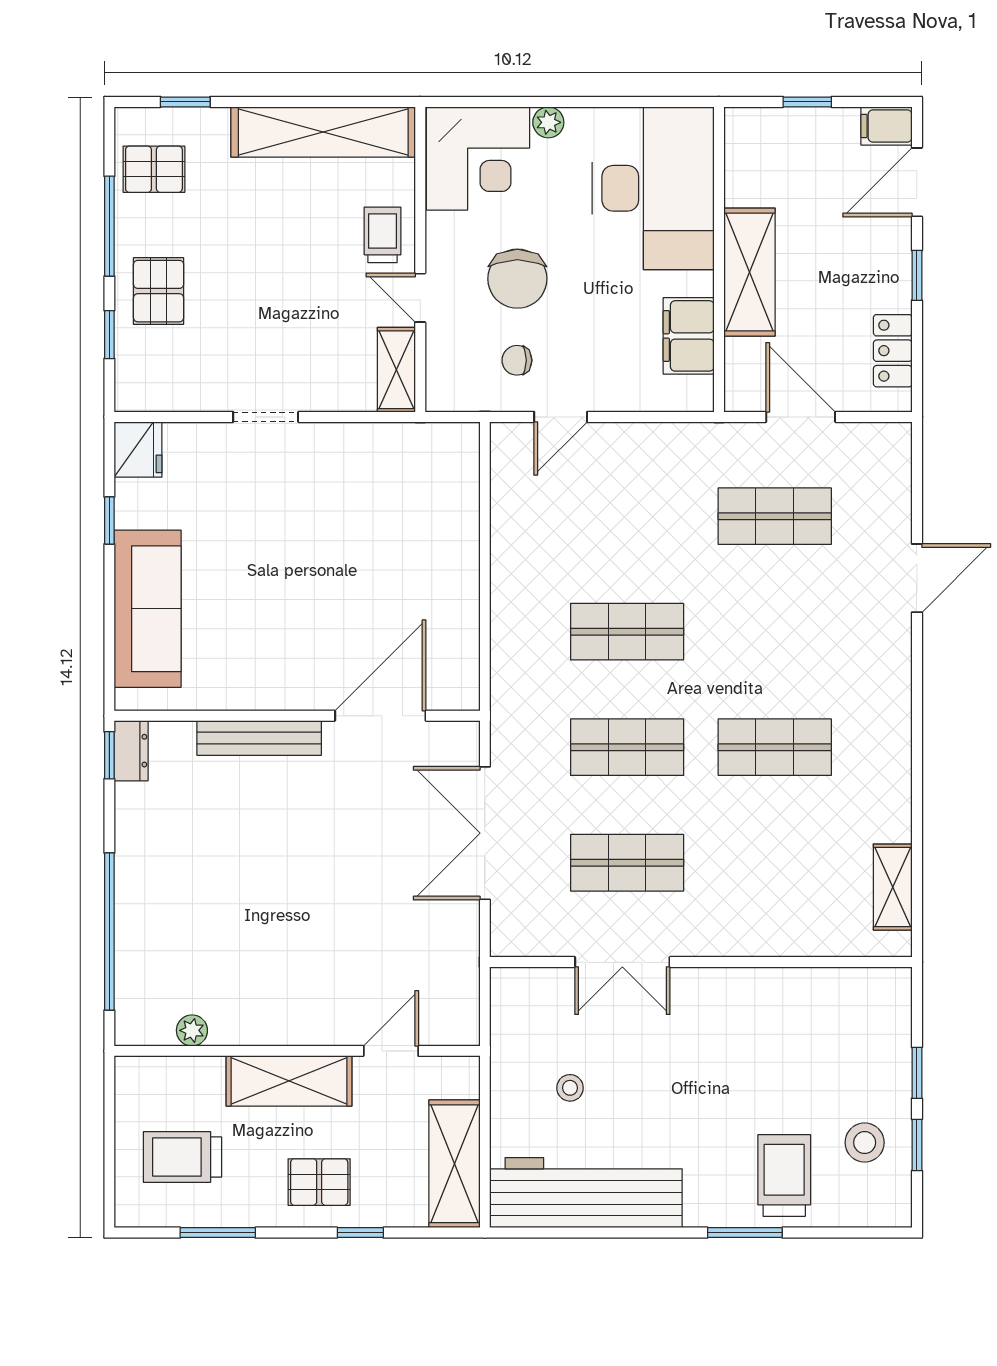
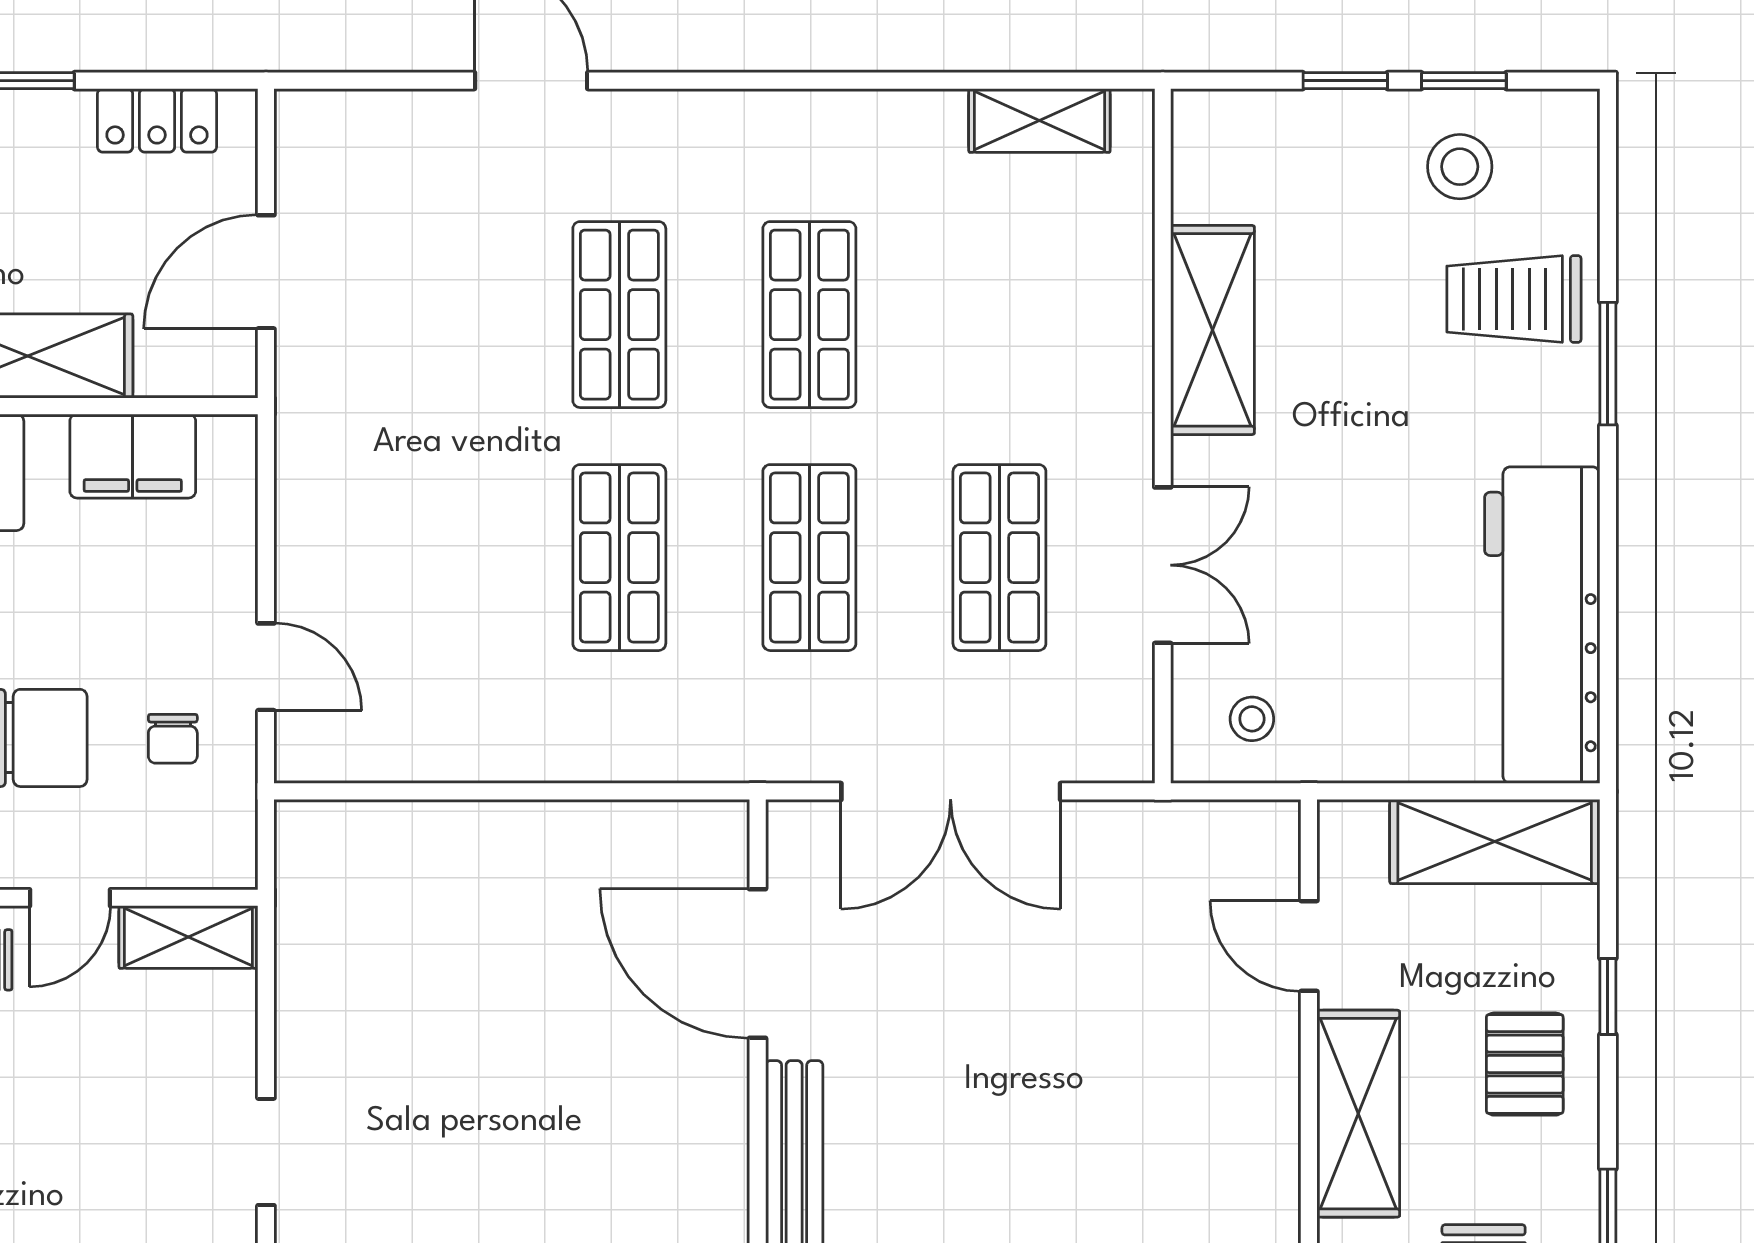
shop shelf: (775, 516) -> (619, 315), moved
shelving: (765, 992) -> (1213, 330), added
stool: (570, 1088) -> (1252, 719), moved

